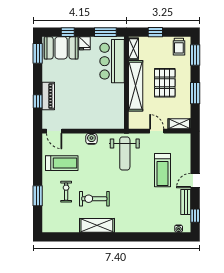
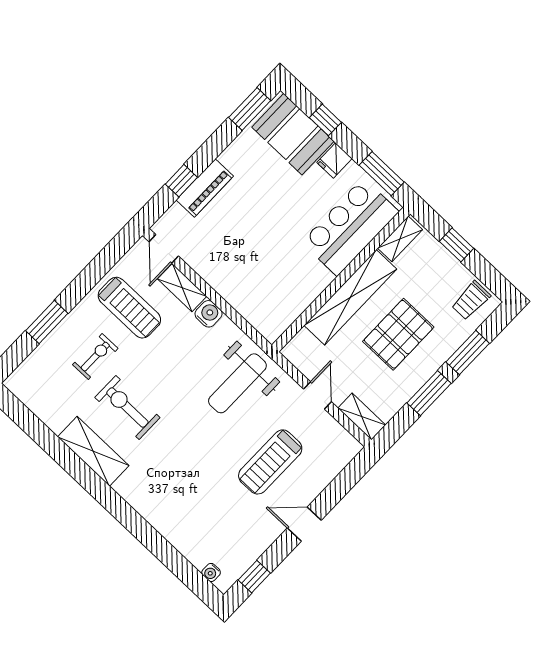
window: (195, 55) -> (468, 353), moved
shelving: (74, 138) -> (182, 288), added
bench: (186, 202) -> (260, 543), removed

